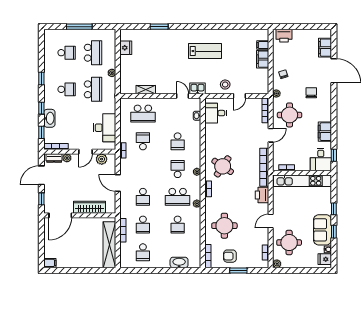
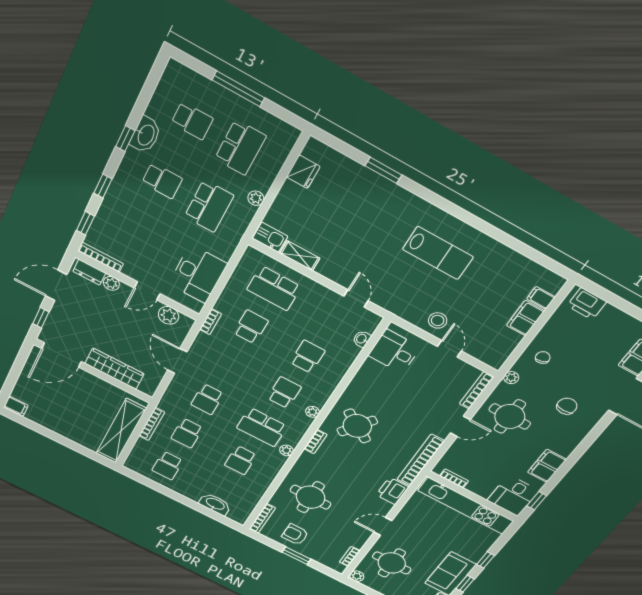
kitchen sink: (198, 88) -> (270, 237), moved
door: (239, 96) -> (449, 349), swing flipped
washbasin: (49, 118) -> (145, 135), moved
school desk: (178, 141) -> (307, 357), turned 180

